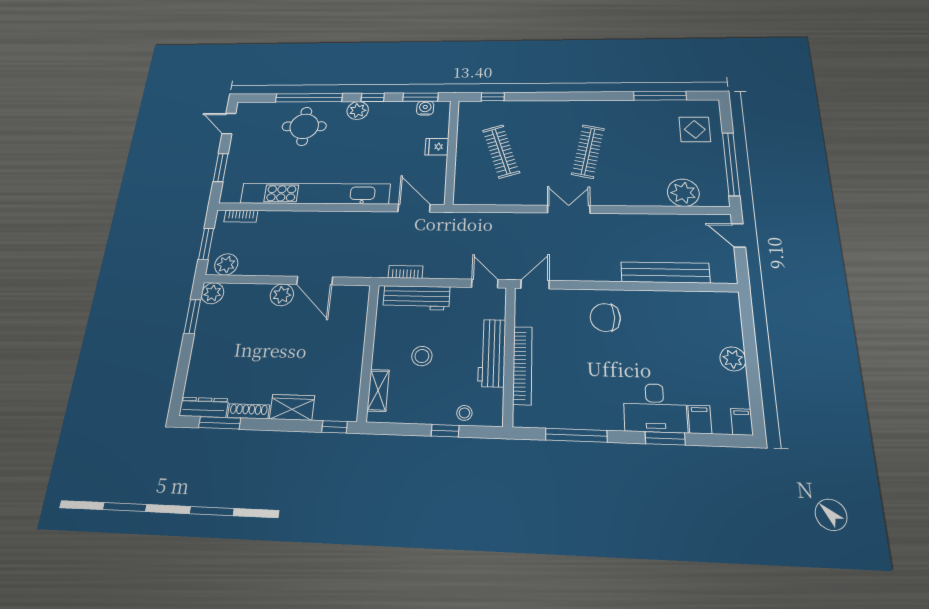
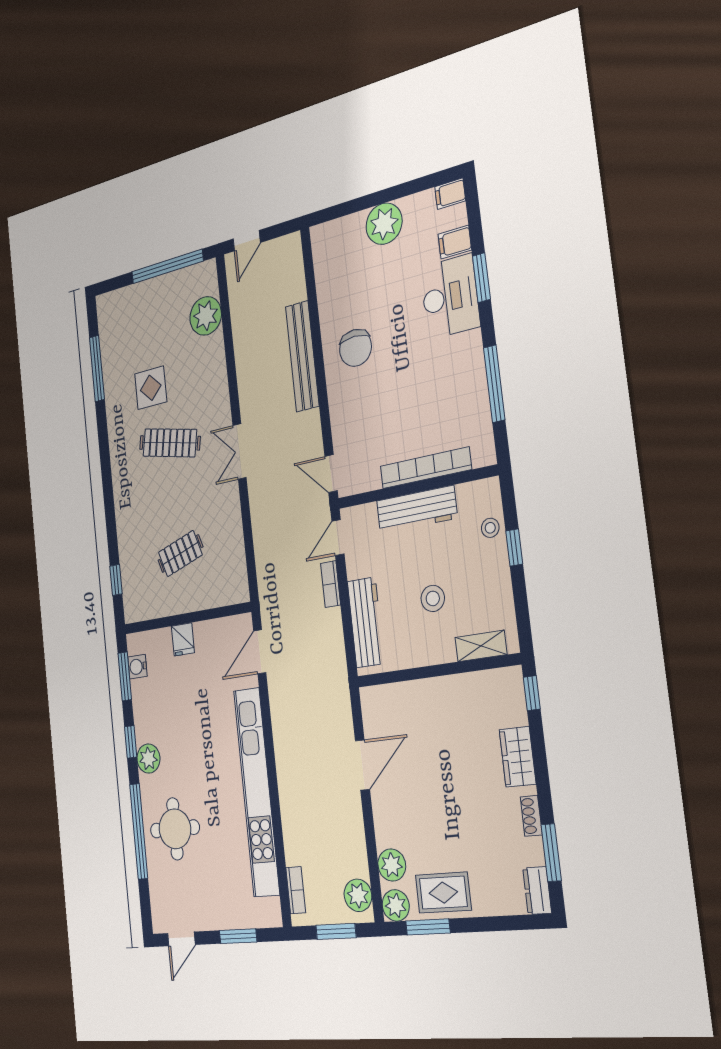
display table: (695, 129) -> (151, 388), moved
clothes rail: (501, 151) -> (180, 554), width x0.73
bookcase: (406, 272) -> (331, 584), moved
bench: (665, 273) -> (302, 356), moved
plant: (282, 295) -> (392, 865), moved
chair: (605, 317) -> (355, 348), moved
rug: (213, 332) -> (443, 893), added
plant: (733, 359) -> (384, 224), width x1.36, depth x1.36
dresser: (204, 407) -> (537, 891), width x0.70
shoe rack: (249, 411) -> (531, 816), width x0.70

